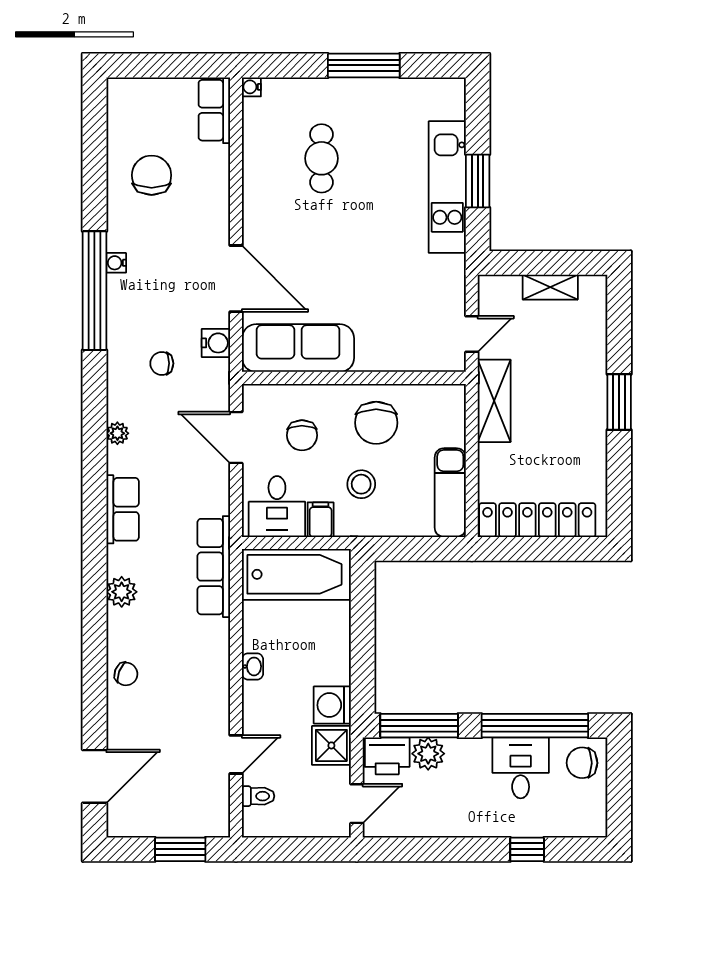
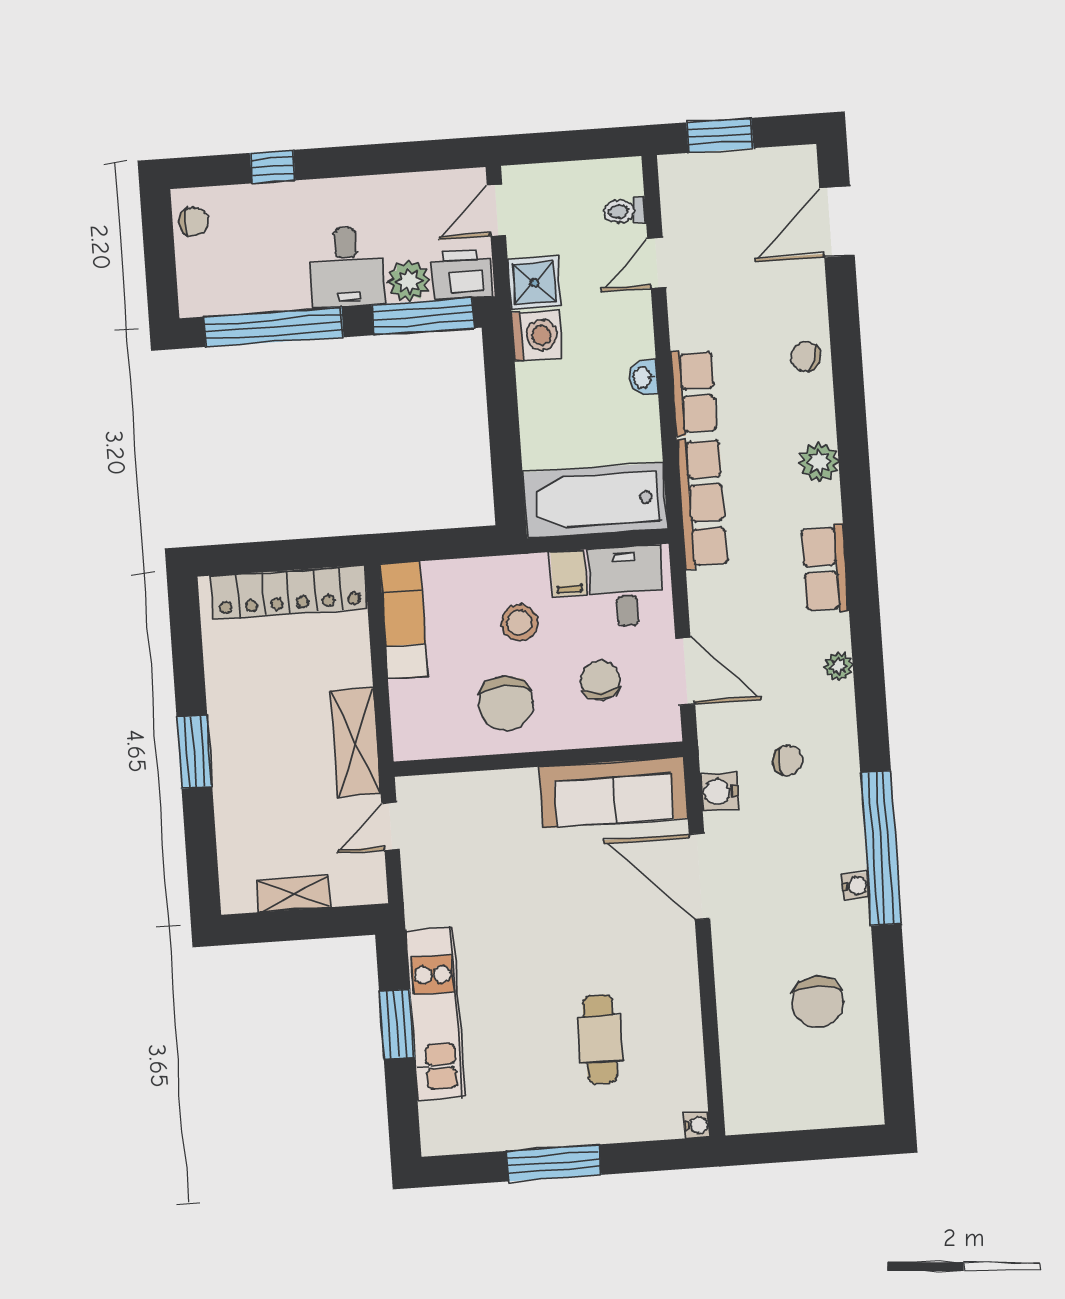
row of seats: (214, 110) -> (694, 393), moved
chair: (376, 423) -> (506, 703), turned 180
chair: (582, 763) -> (194, 222), moved, width x0.73, depth x0.73
desk: (521, 768) -> (347, 267), moved

